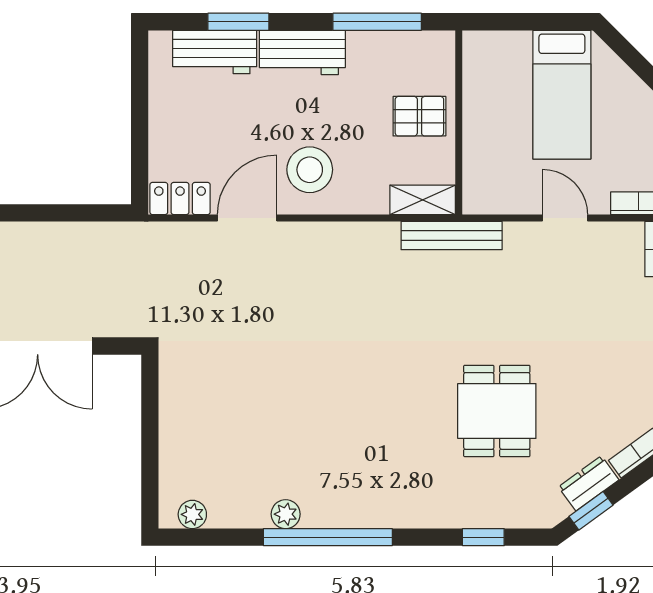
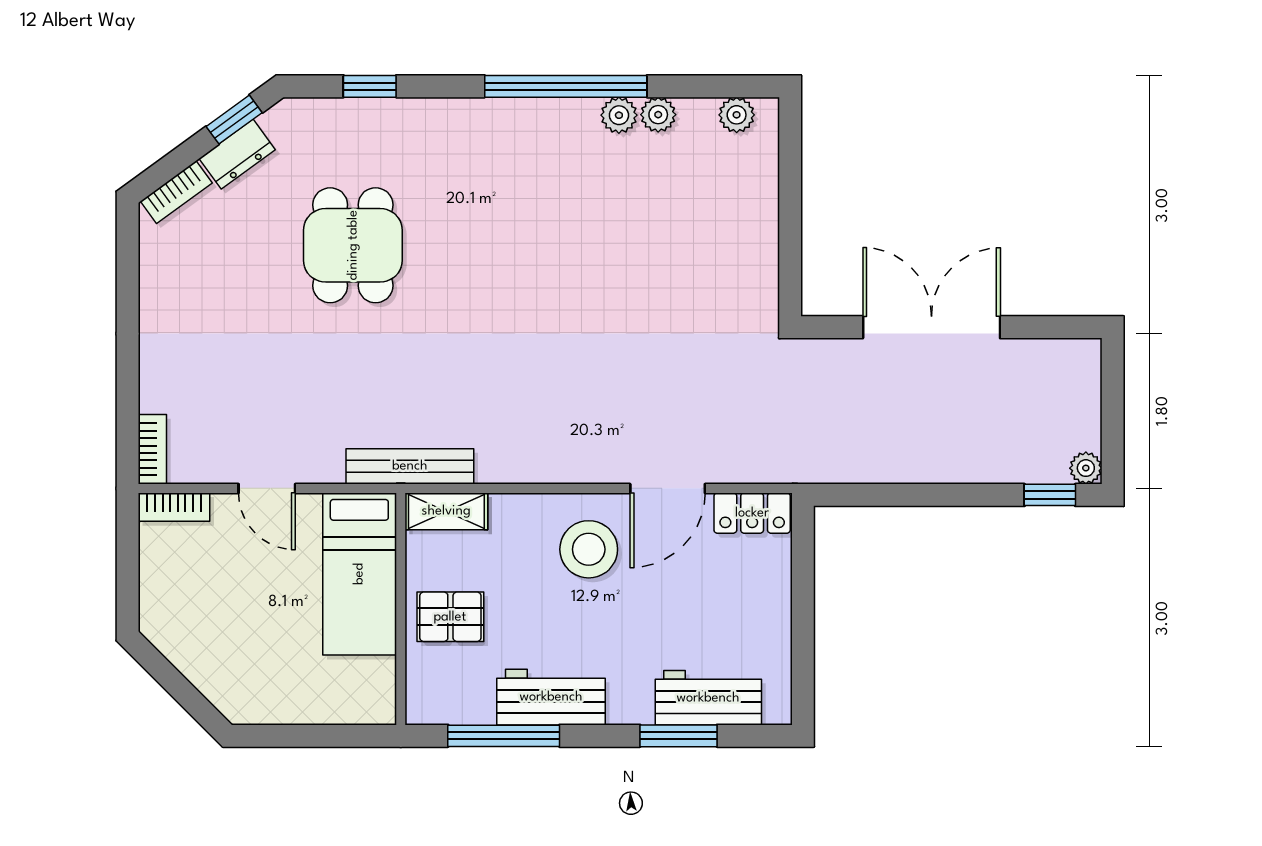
workbench: (302, 52) -> (551, 697), moved
bed: (562, 95) -> (359, 574), moved, turned 180
plant: (255, 515) -> (658, 115), added

